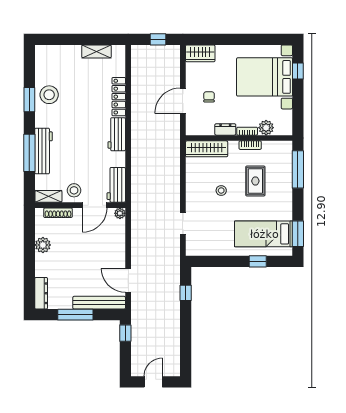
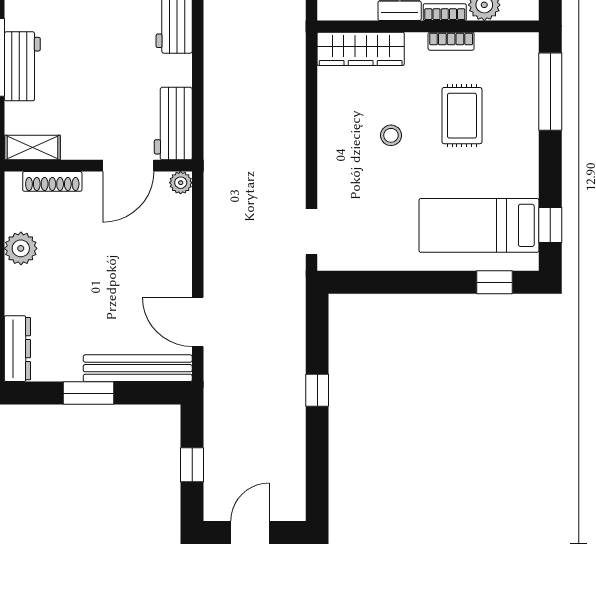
workbench: (44, 151) -> (22, 66), width x0.73
stool: (74, 190) -> (86, 135), removed
doorway: (183, 224) -> (311, 232), moved
window: (298, 234) -> (550, 225), width x0.67
window: (258, 261) -> (495, 282), moved
window: (186, 293) -> (317, 390), moved
window: (75, 315) -> (88, 393), width x0.69
window: (125, 333) -> (192, 465), moved

